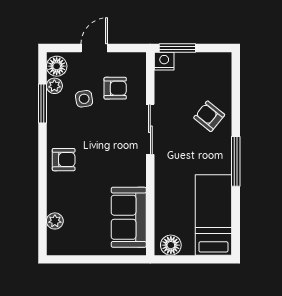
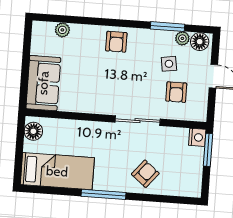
sofa: (129, 217) -> (43, 83), moved, turned 90

